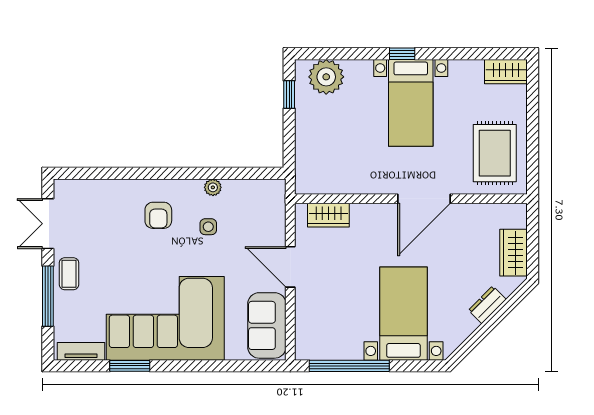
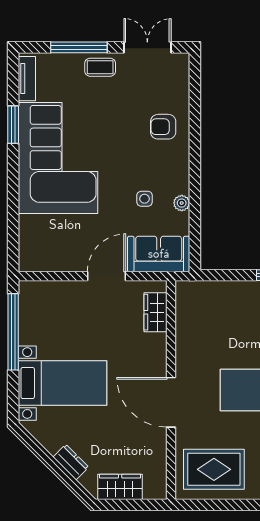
armchair: (158, 215) -> (163, 127), moved
sofa: (267, 325) -> (159, 254), moved

